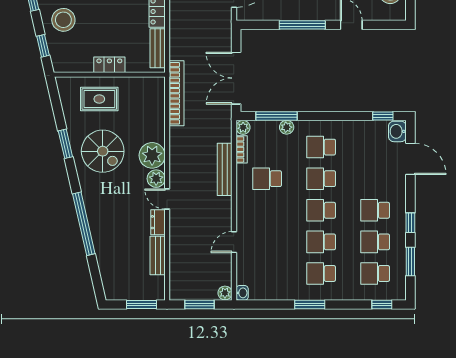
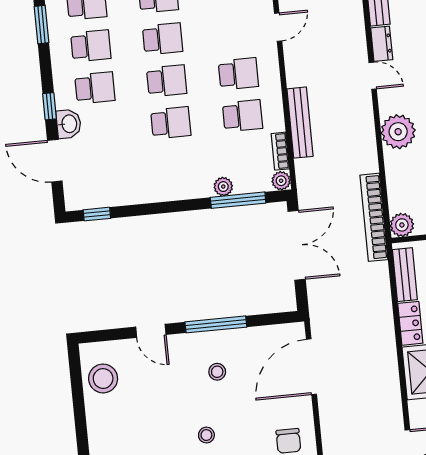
washbasin: (397, 131) -> (69, 124), moved
school desk: (321, 147) -> (238, 74), moved
plant: (156, 179) -> (402, 225), moved
window: (410, 223) -> (50, 106), moved

